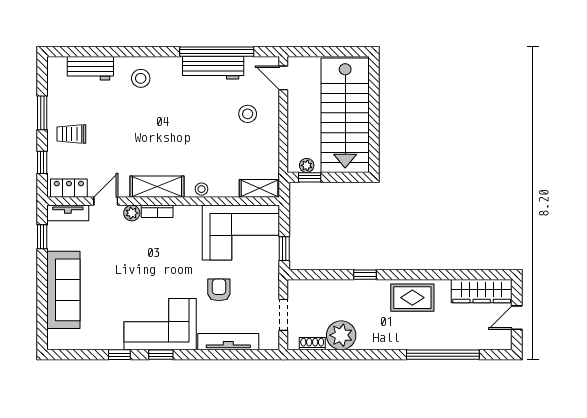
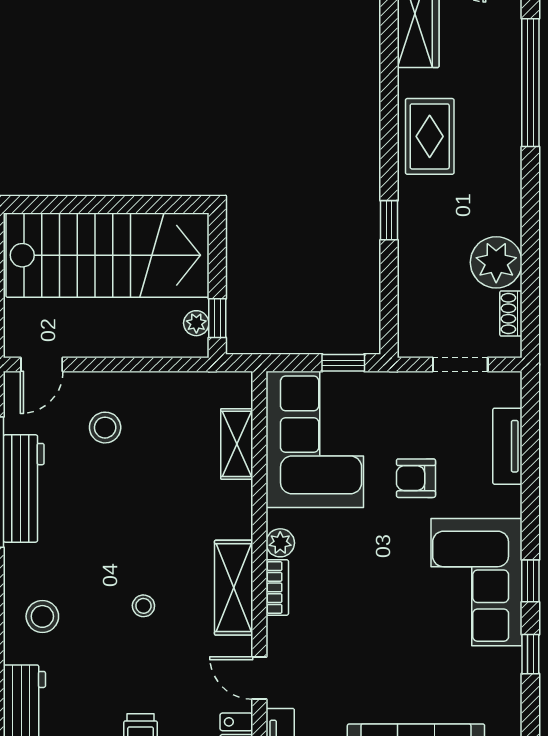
shelving: (259, 188) -> (237, 444), moved
stool: (202, 189) -> (143, 606), moved
plant: (132, 213) -> (280, 543), moved
tv unit: (228, 342) -> (507, 446), width x0.71

